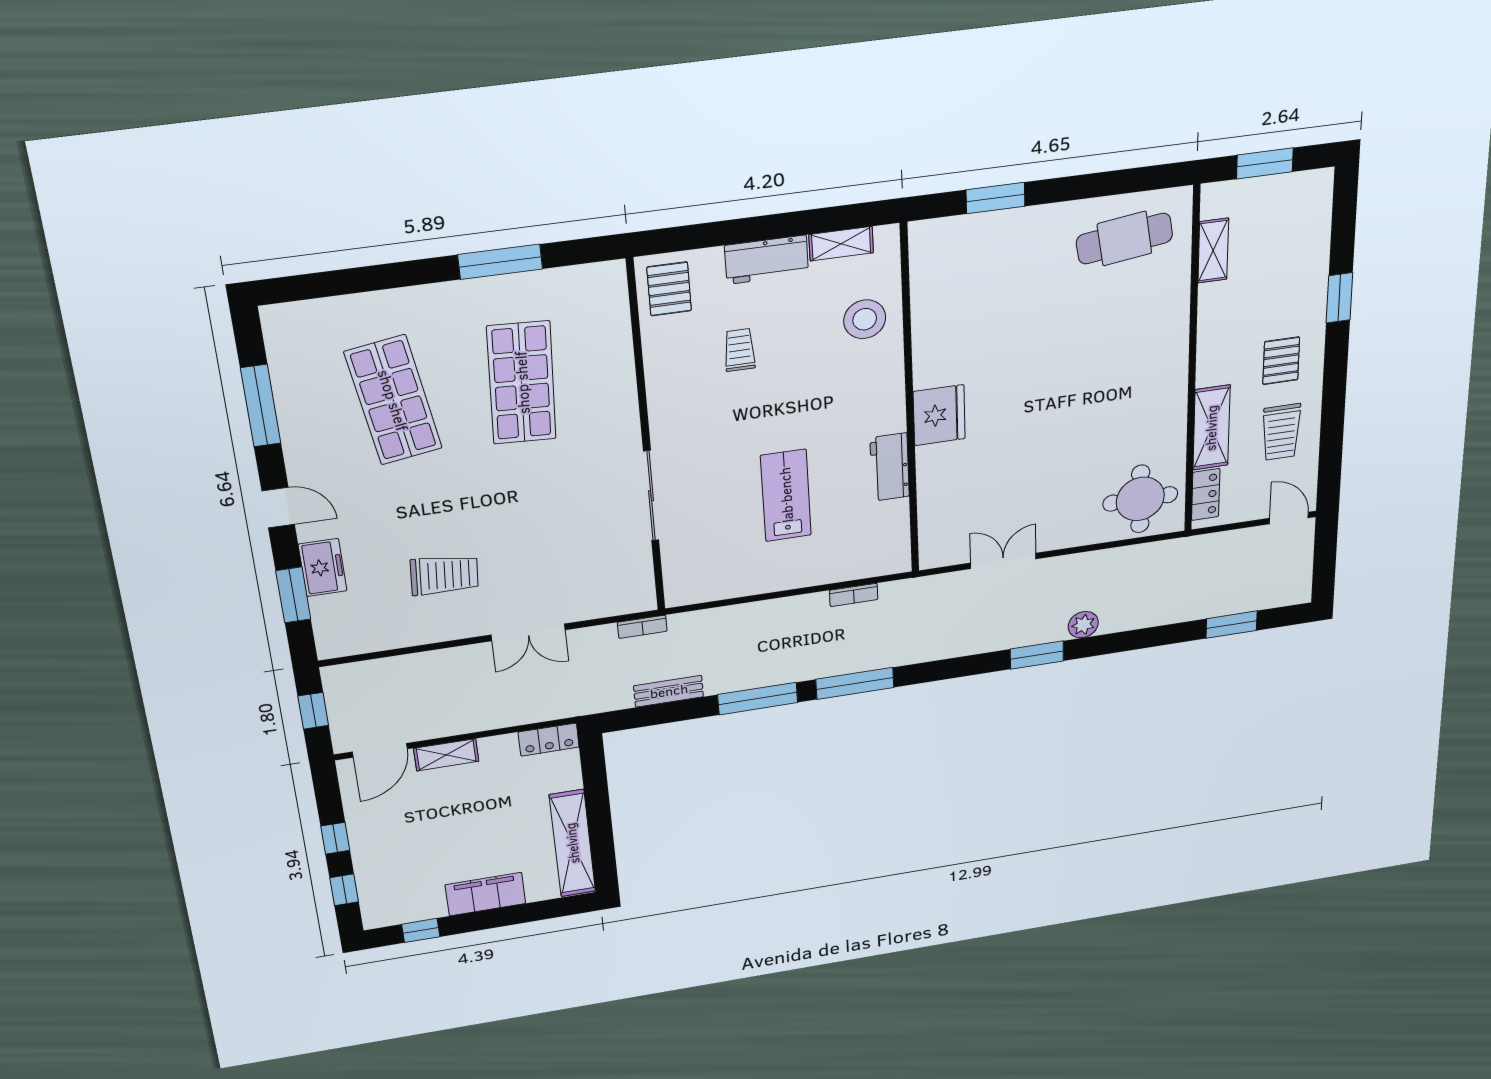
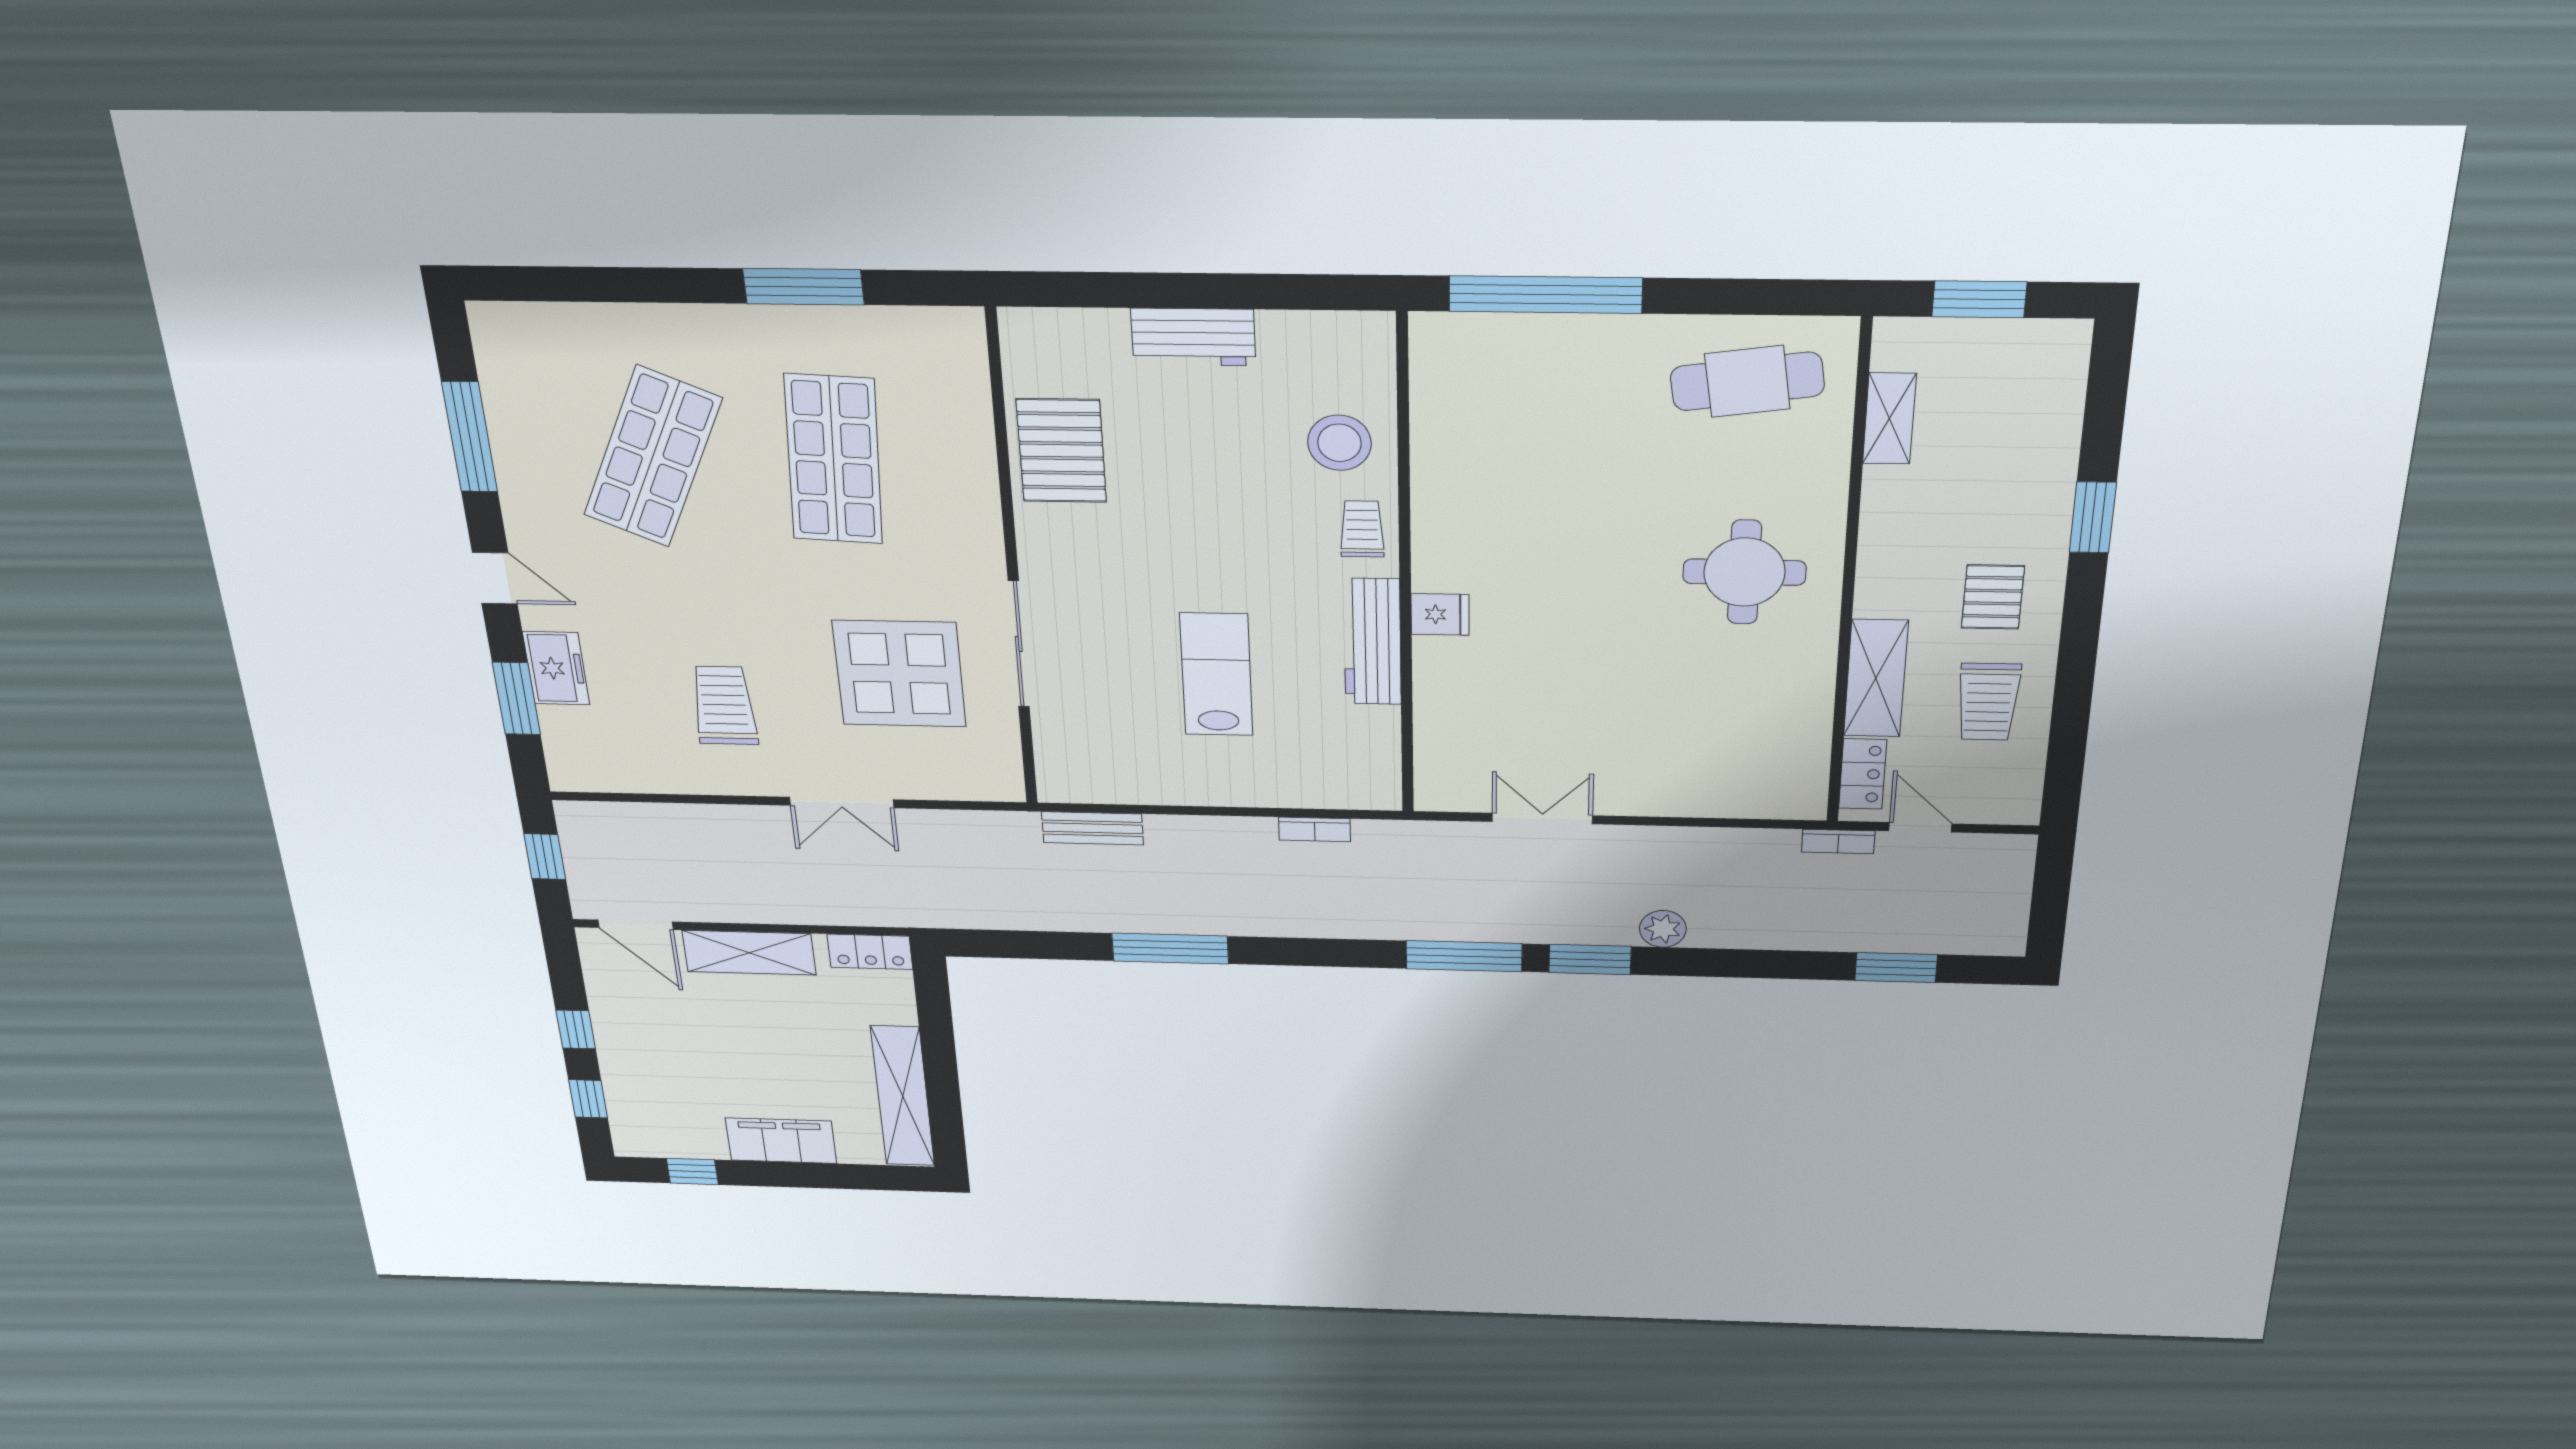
window: (996, 198) -> (1546, 295), width x2.11
shelving: (841, 244) -> (1306, 329), removed
pallet: (669, 289) -> (1061, 451), moved, width x1.50, depth x1.42
trolley: (739, 350) -> (1362, 529), moved
shop shelf: (393, 400) -> (653, 457), turned 33
fridge: (939, 415) -> (1440, 614), width x0.53, depth x0.75
workbench: (890, 467) -> (1372, 642), width x1.38
round table: (1140, 499) -> (1744, 572), moved
door: (1289, 518) -> (1920, 827), moved
display table: (568, 531) -> (899, 674), added
trolley: (444, 575) -> (724, 706), turned -94
bookcase: (642, 627) -> (1838, 842), moved
window: (855, 683) -> (1464, 956), moved
bench: (669, 691) -> (1093, 828), moved
door: (380, 750) -> (636, 925), hinge flipped
shelving: (446, 755) -> (749, 953), width x1.50, depth x1.33

